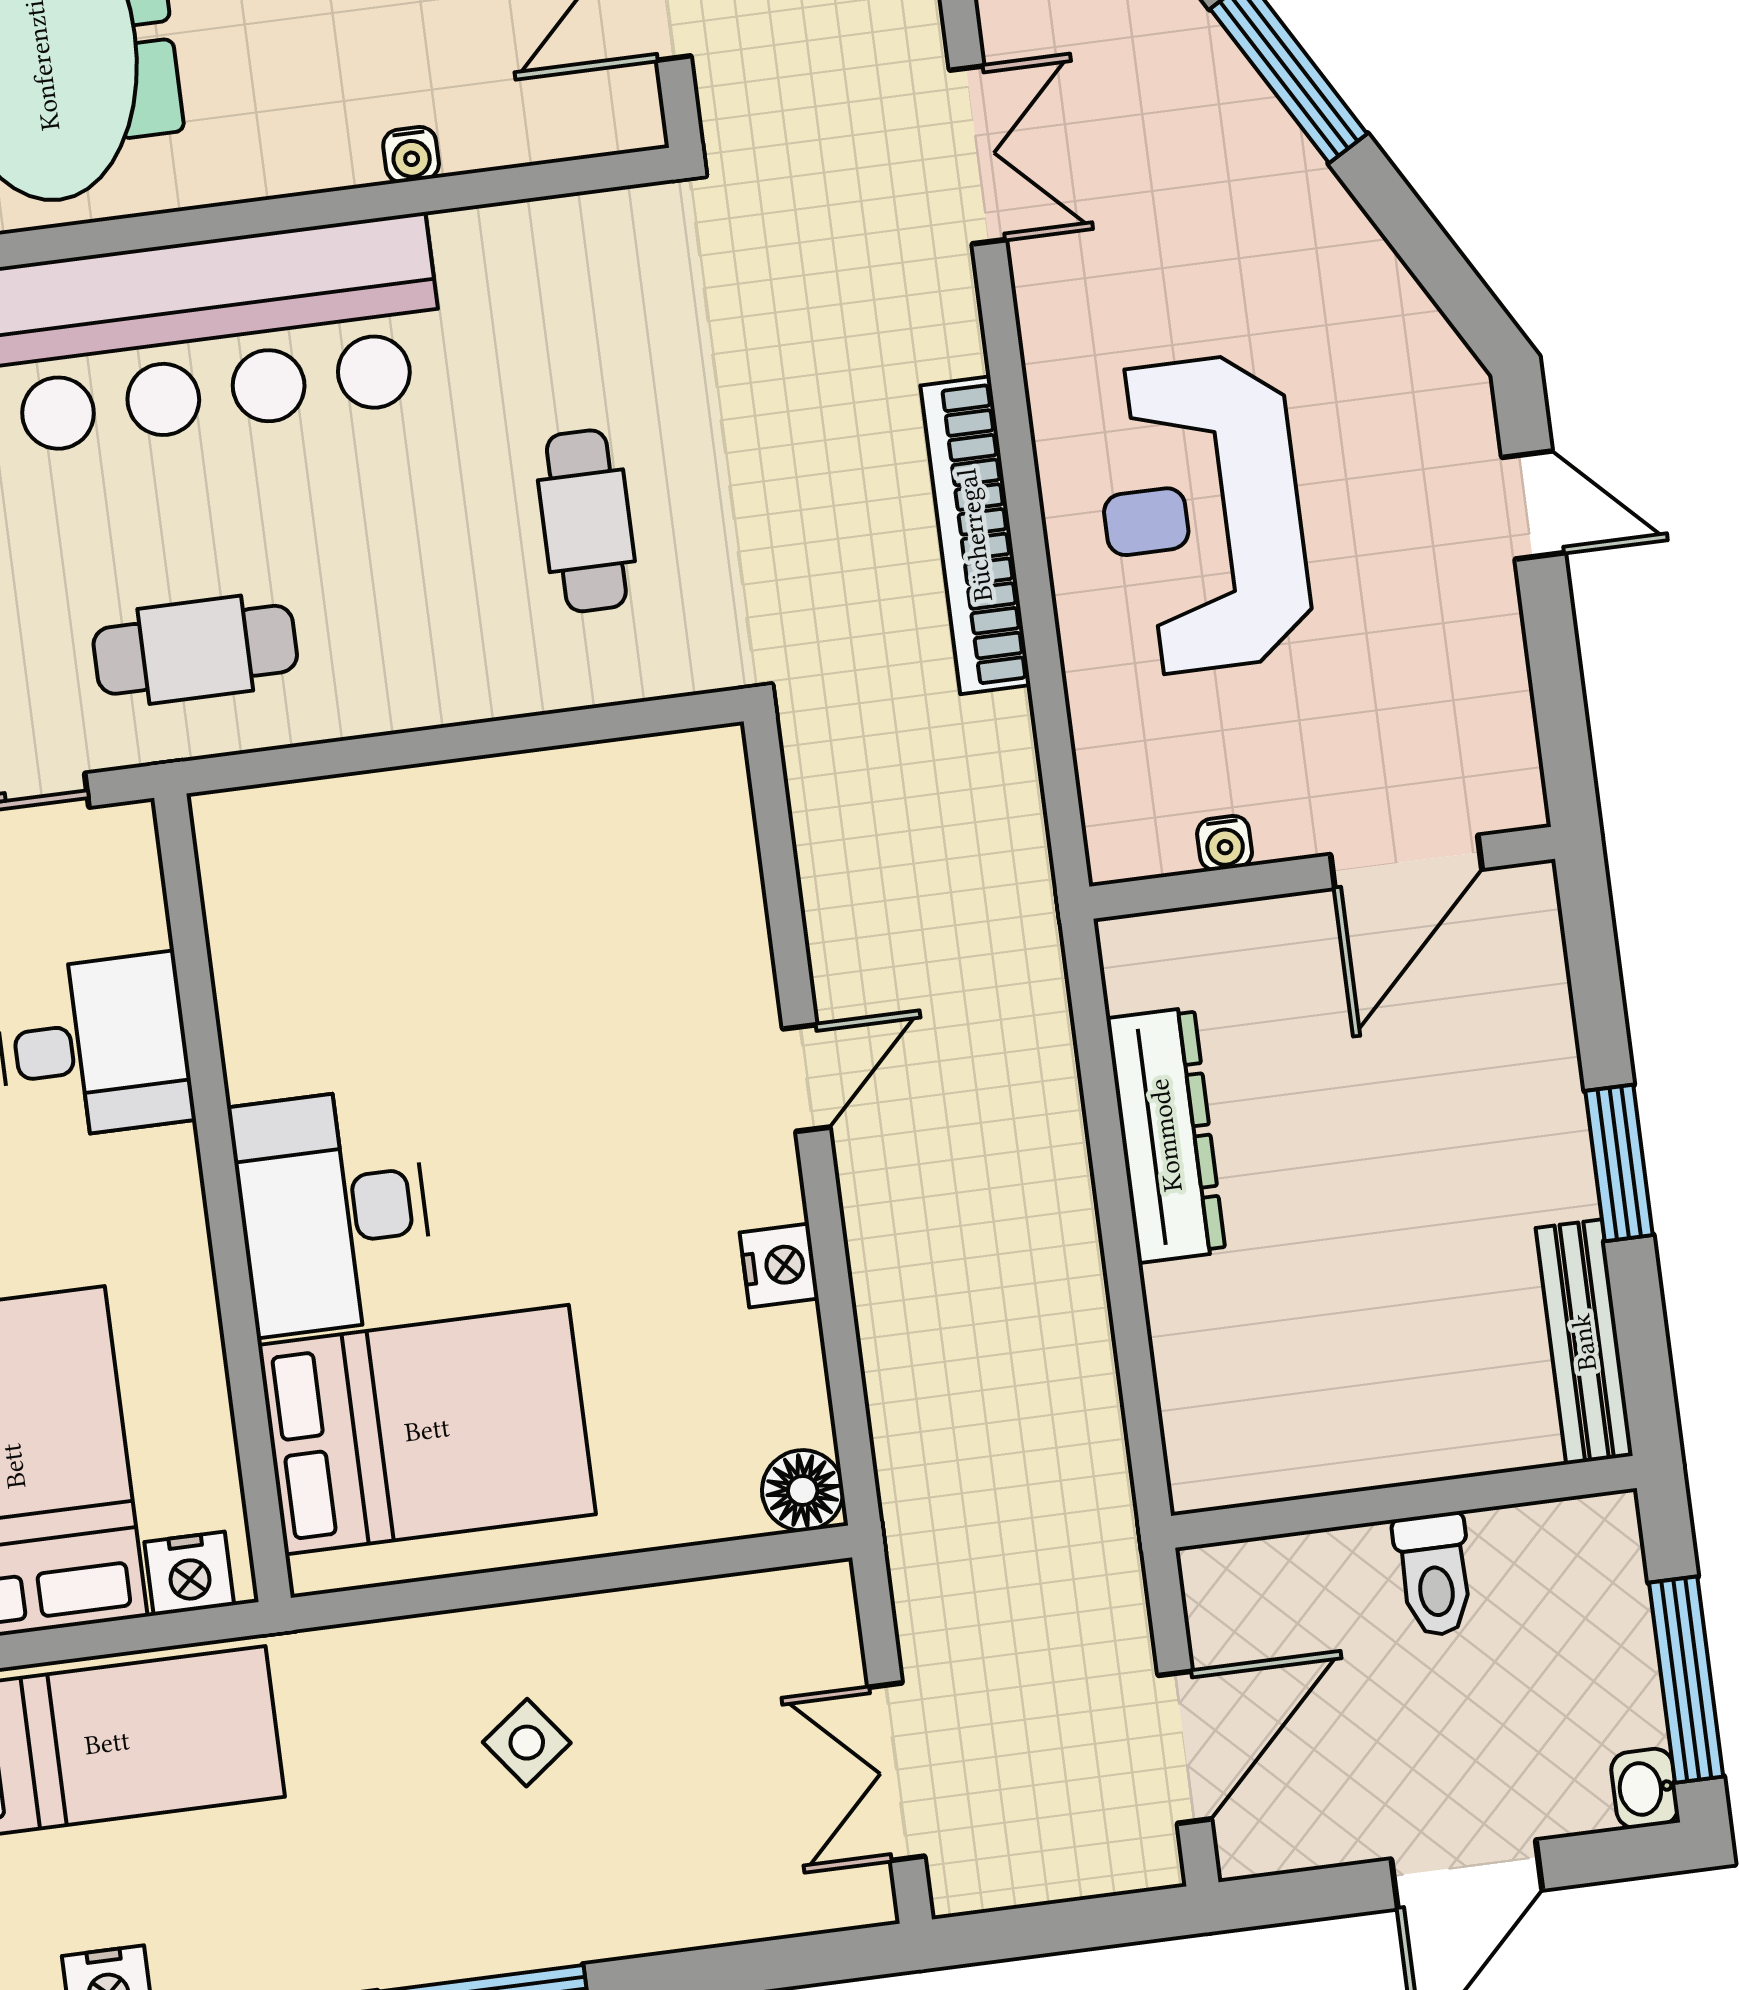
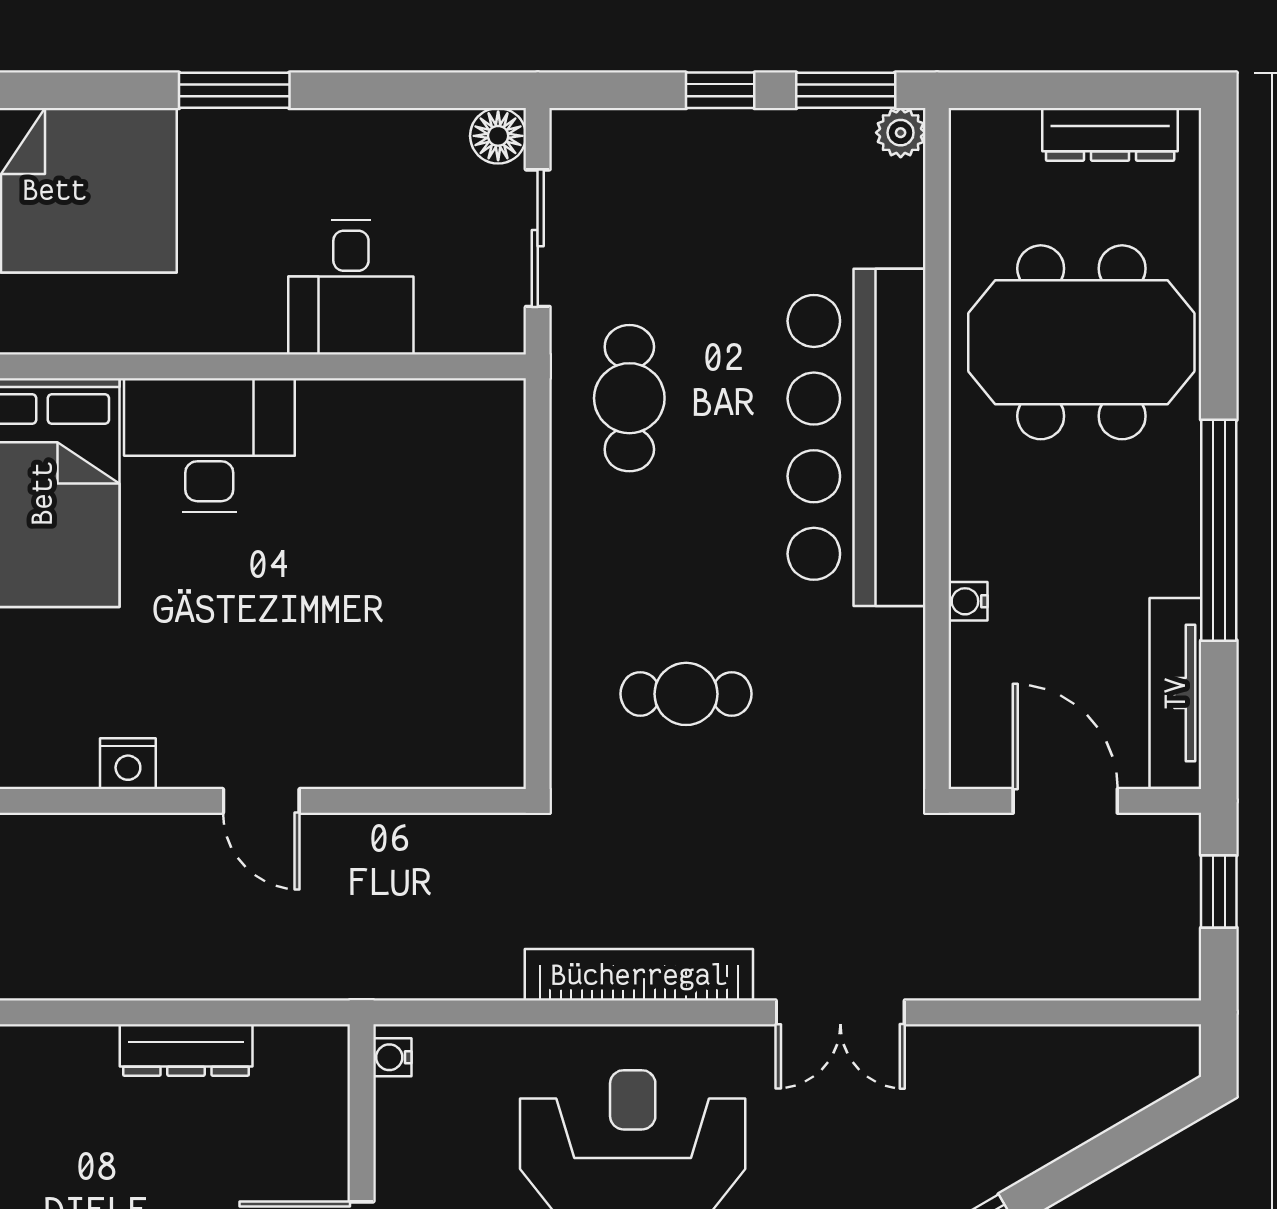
double door: (978, 155) -> (840, 1012), moved
water cooler: (1225, 843) -> (392, 1057), moved
dresser: (1166, 1135) -> (186, 1050), width x0.73, depth x0.80

